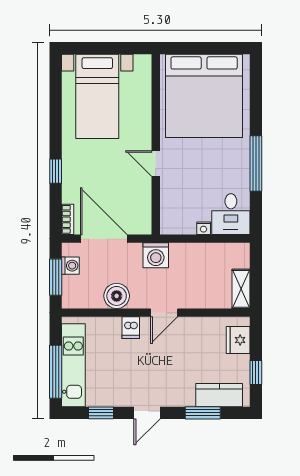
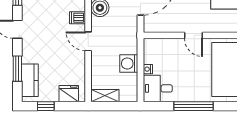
door: (156, 163) -> (193, 35), swing flipped
washing machine: (156, 255) -> (129, 64), moved

